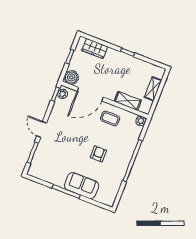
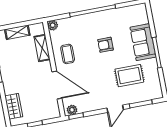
boiler: (71, 77) -> (53, 111), removed
rug: (61, 158) -> (129, 76), added

